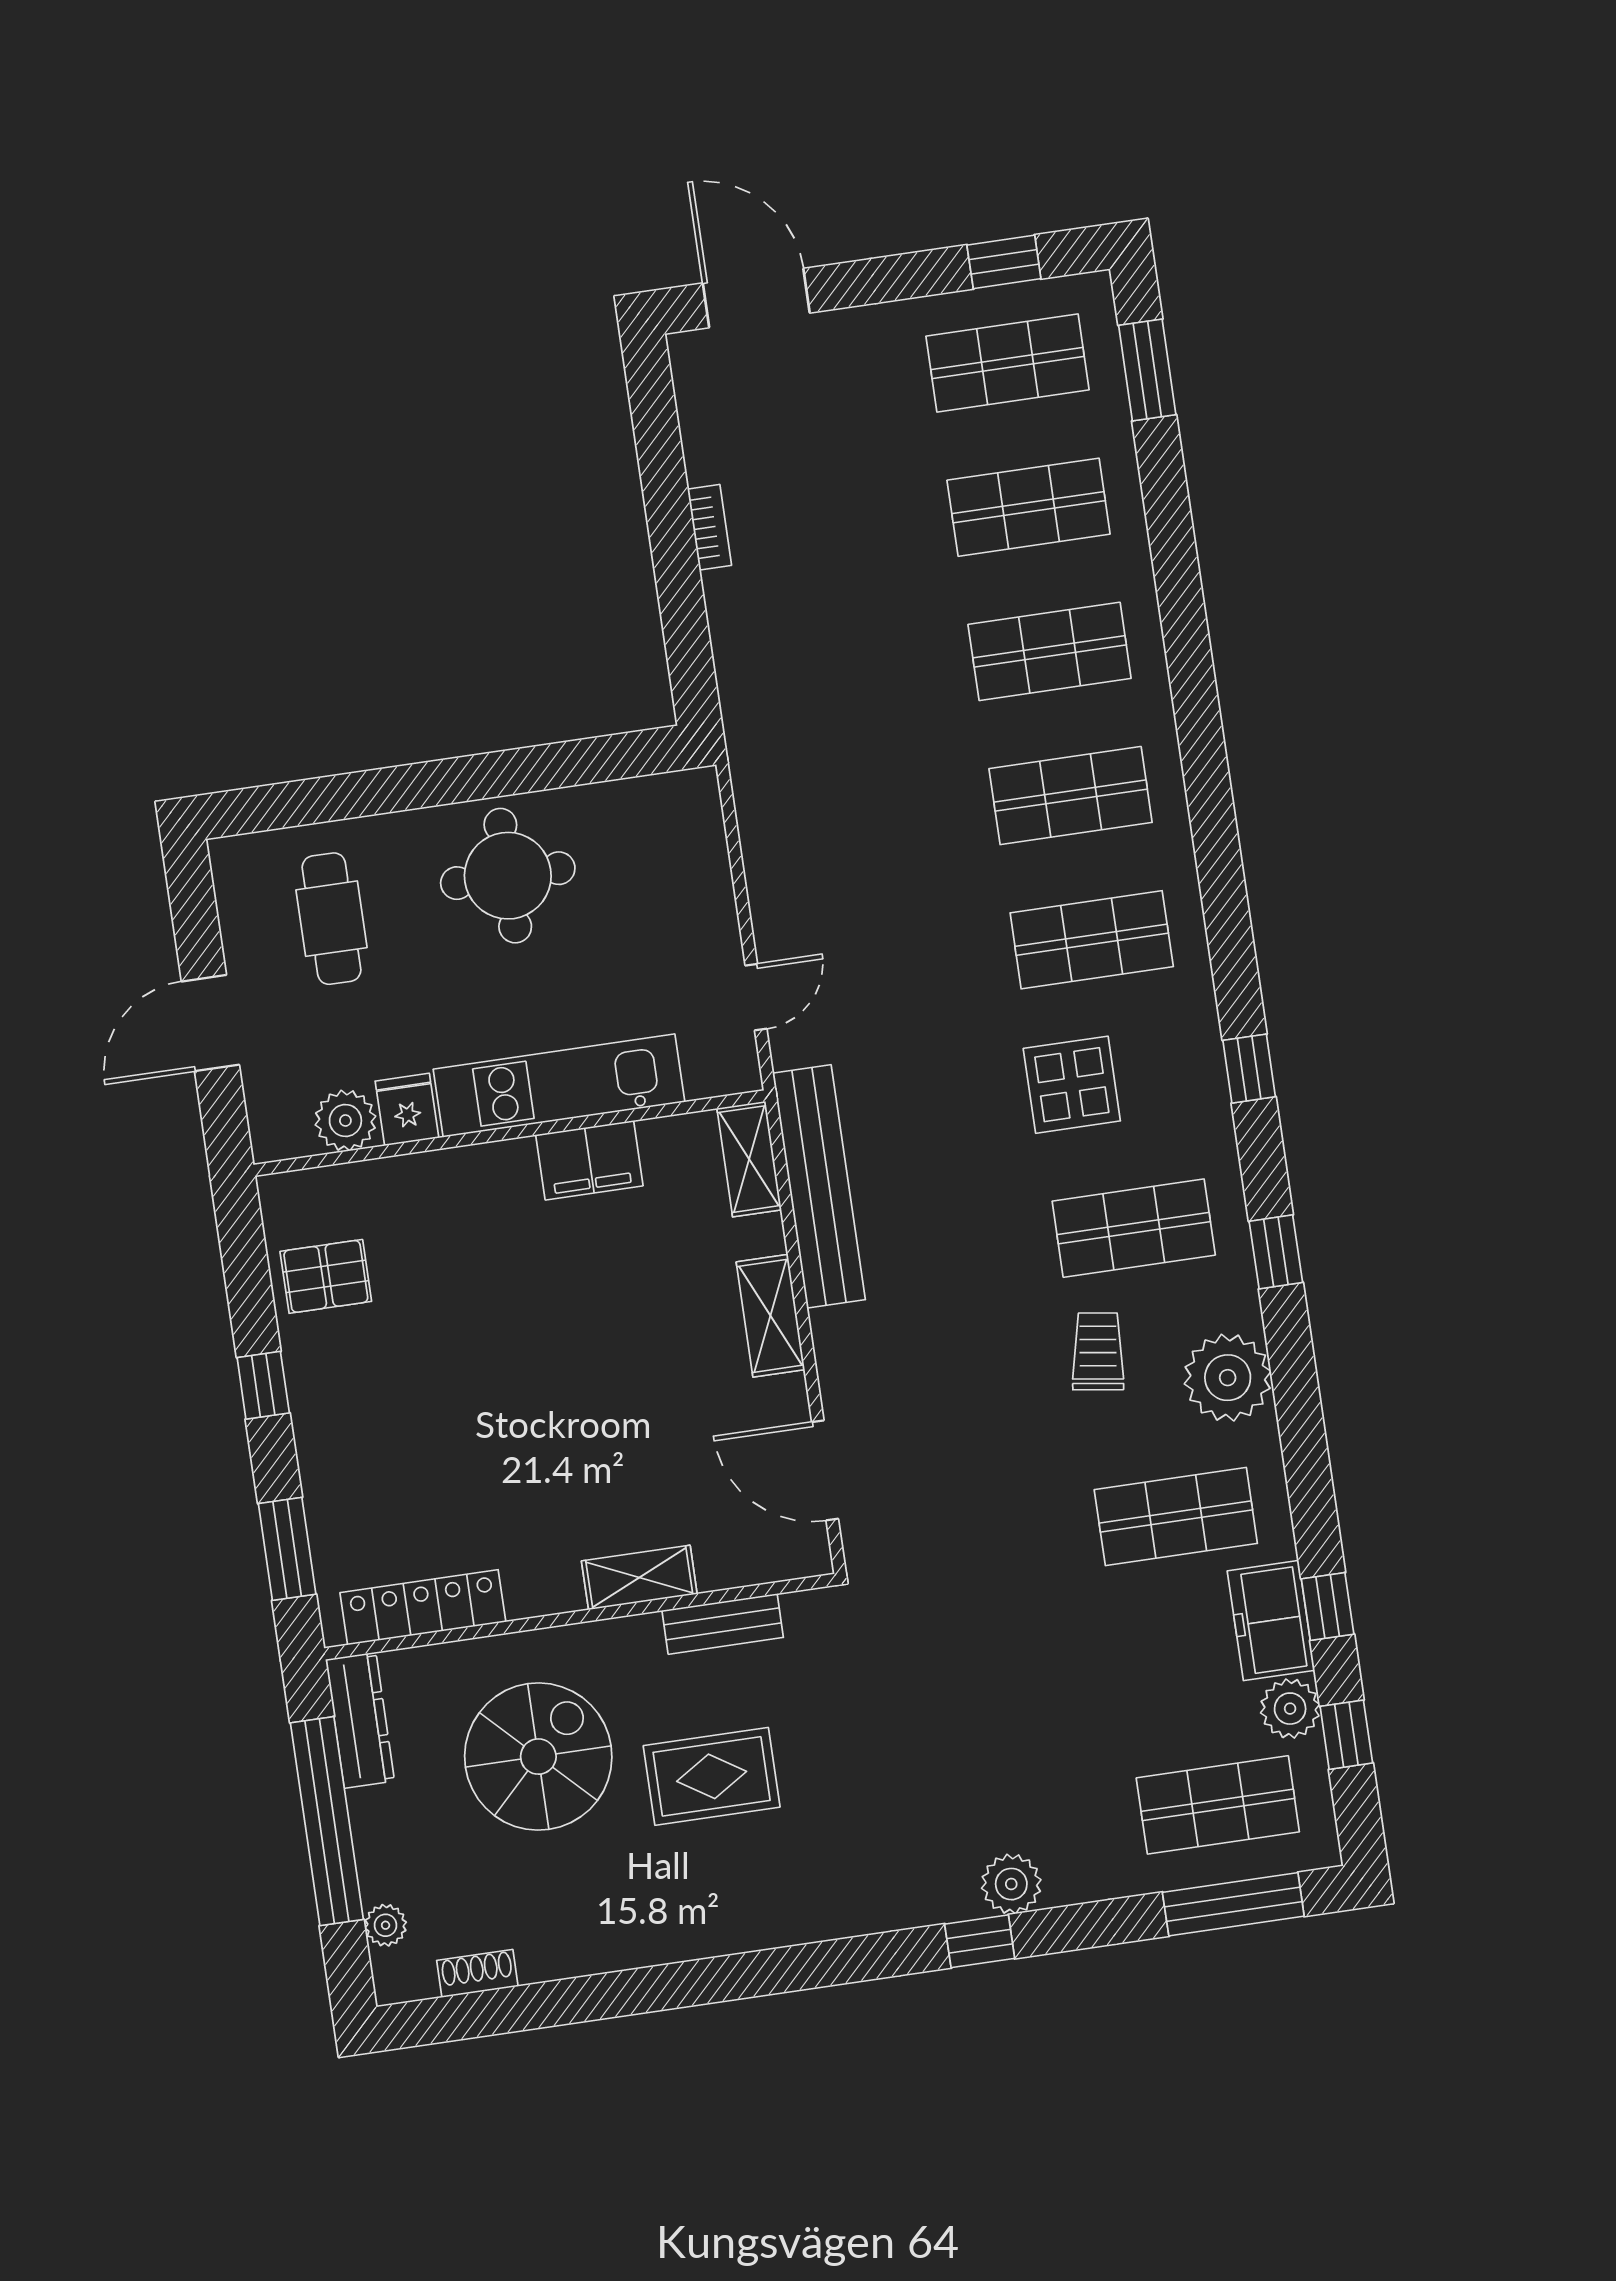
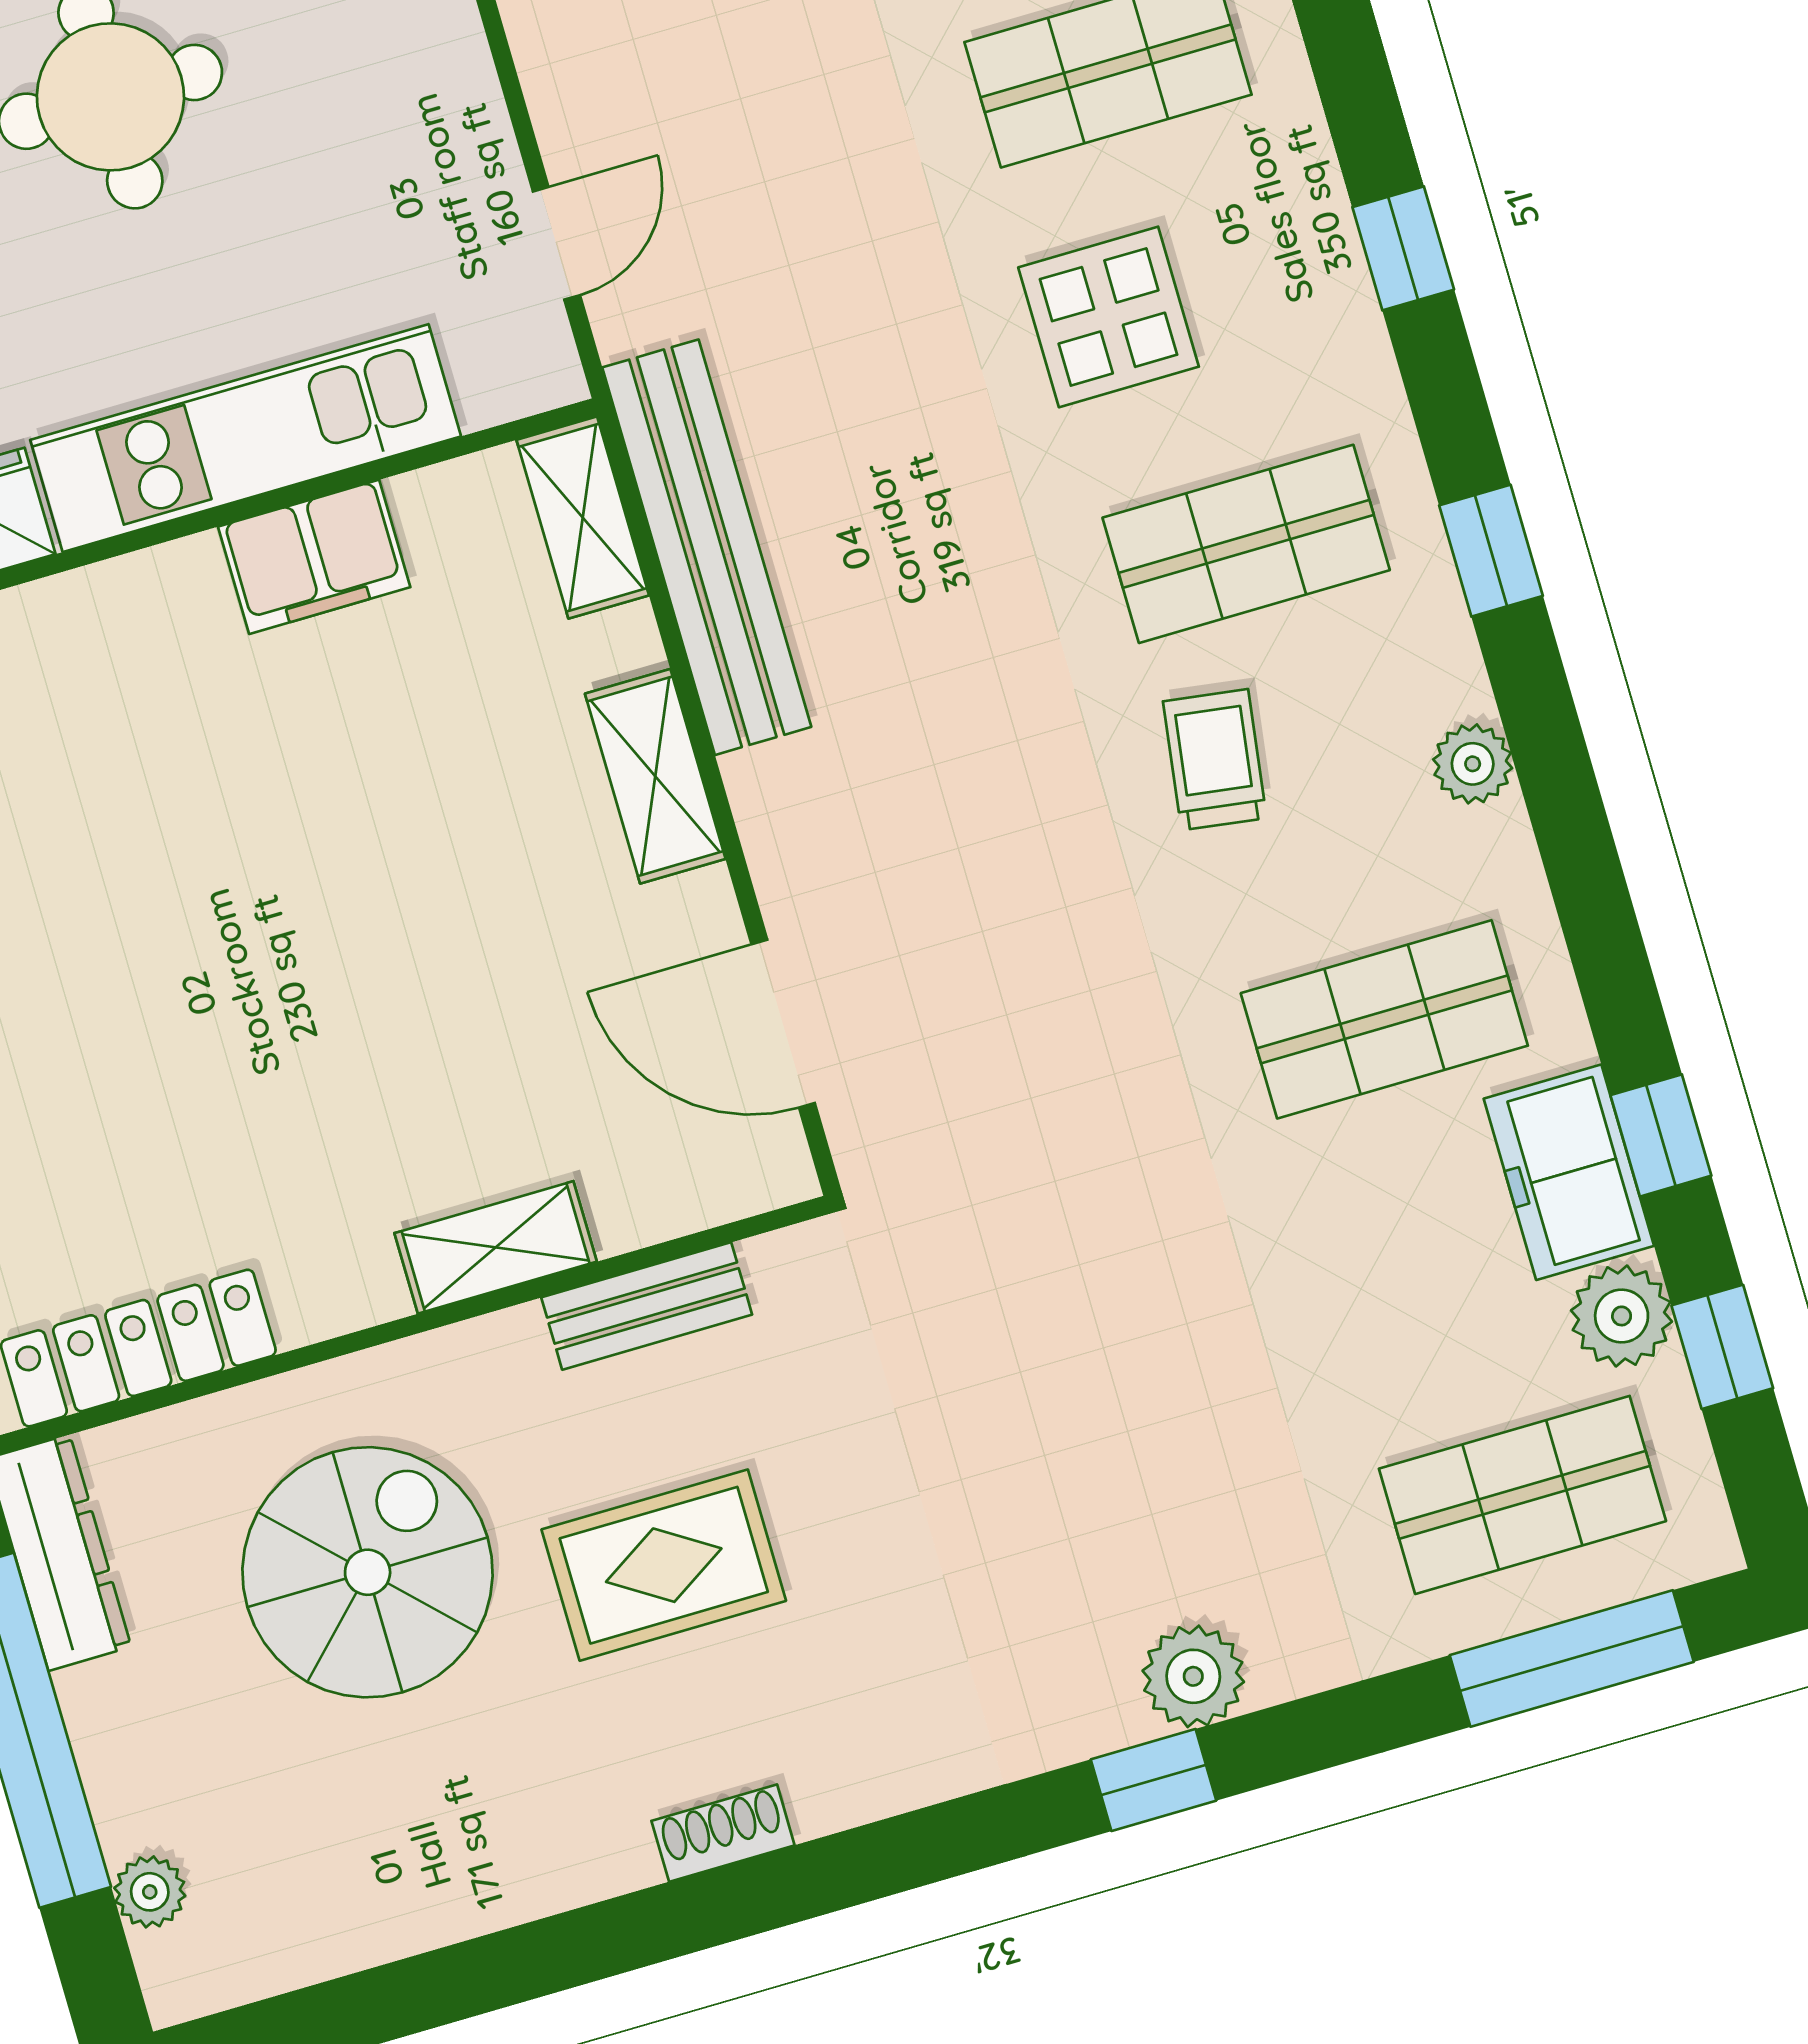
plant: (1228, 1378) -> (1473, 764), width x0.53, depth x0.53
shoe rack: (477, 1973) -> (723, 1833), moved

